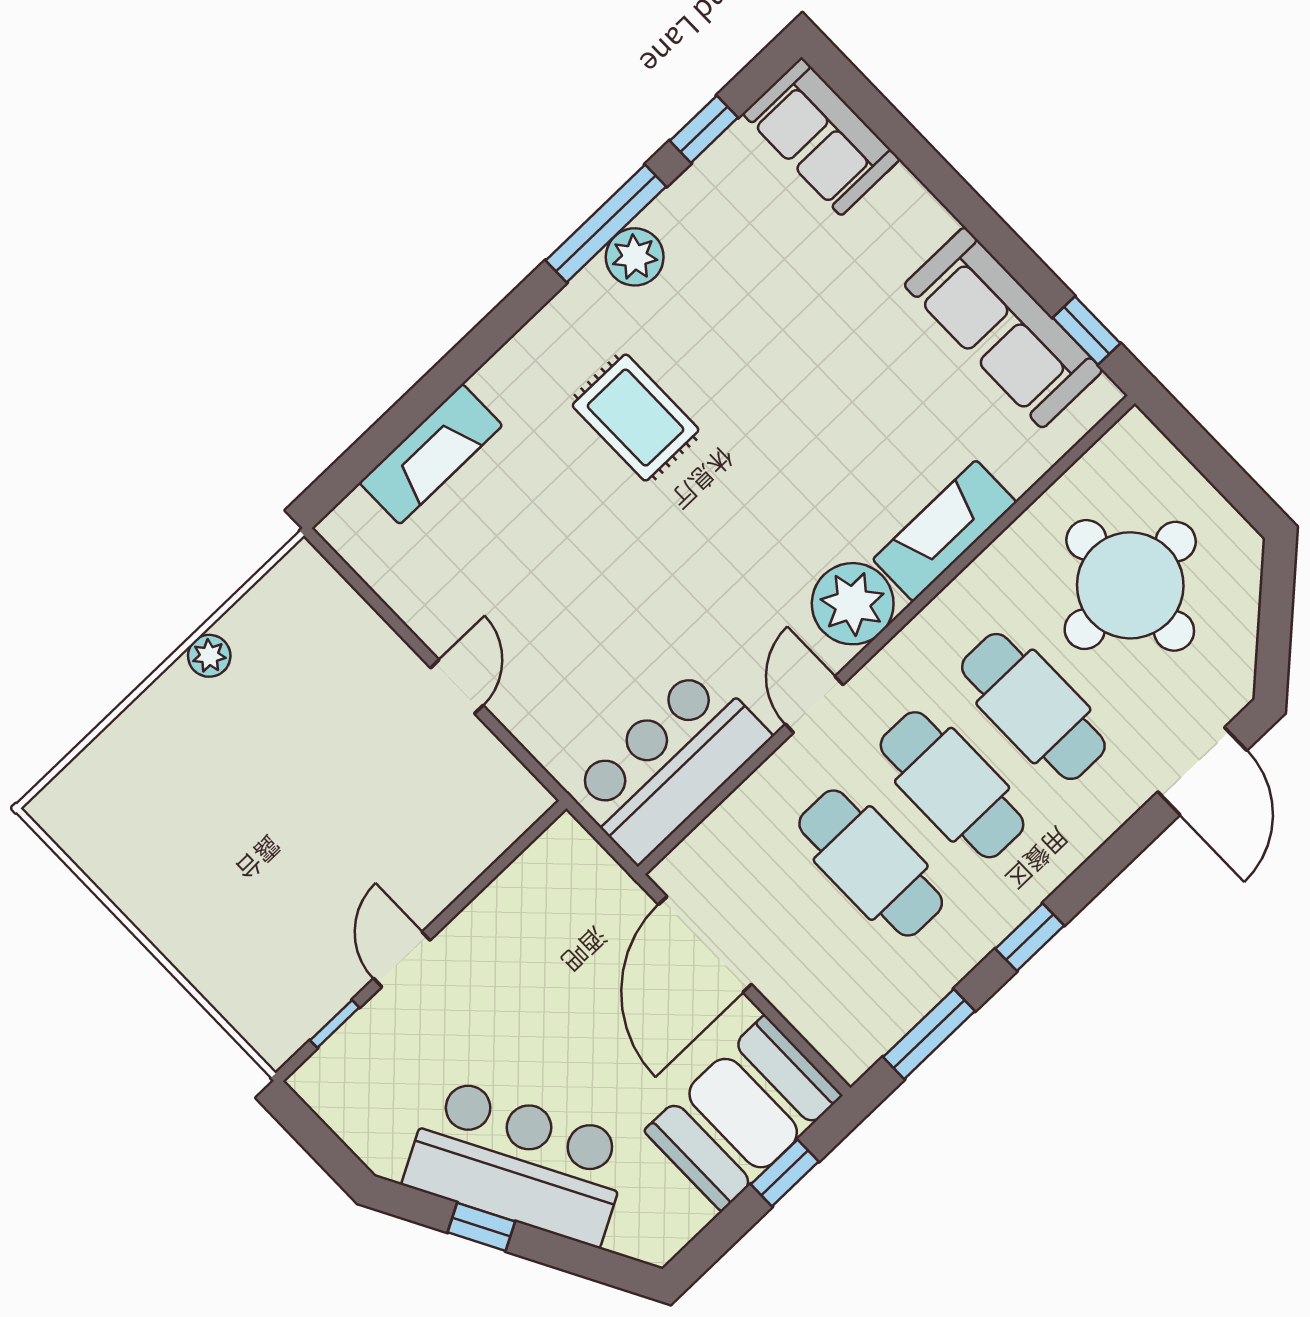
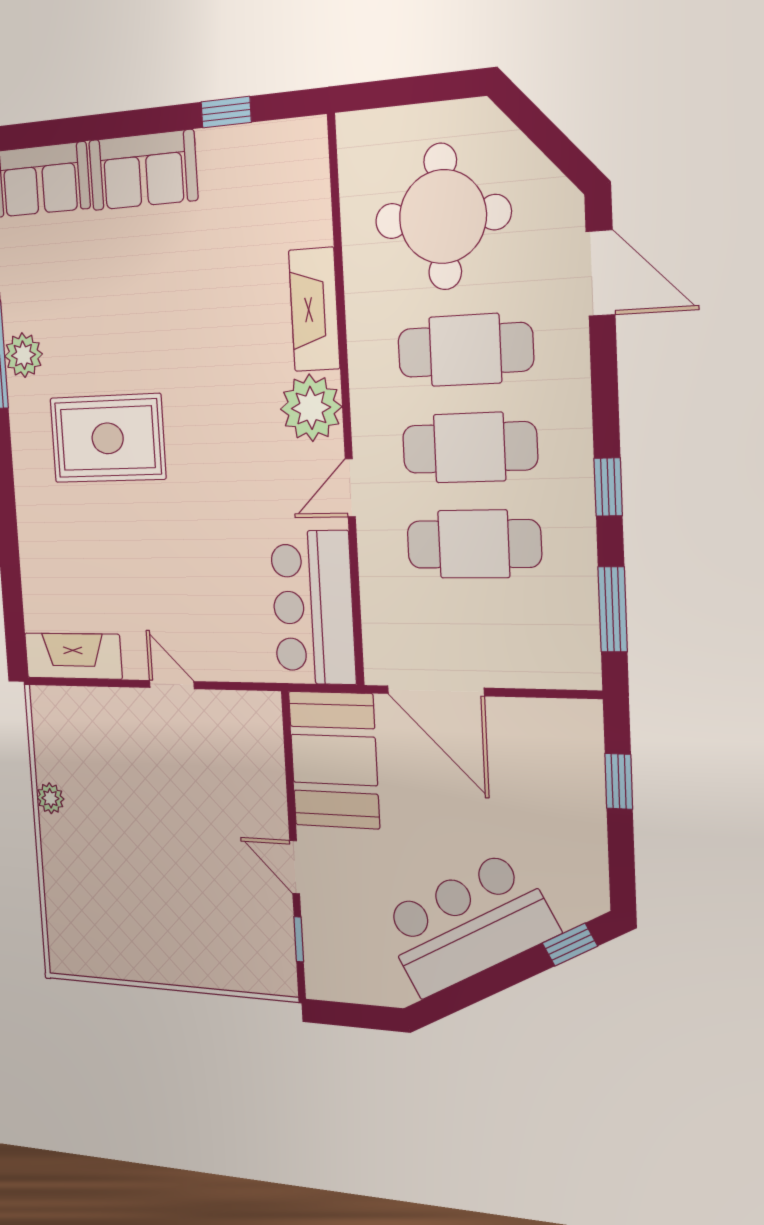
sofa: (1003, 328) -> (143, 170), moved, width x0.73
window: (1087, 331) -> (226, 112), moved
rug: (636, 418) -> (108, 438), width x1.36, depth x1.43
fireplace: (431, 454) -> (73, 656), moved, turned -90
door: (814, 704) -> (350, 488), hinge flipped
booth: (743, 1113) -> (334, 760), moved
window: (481, 1227) -> (570, 945), moved

